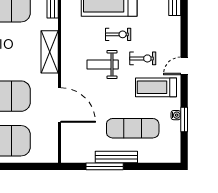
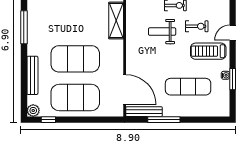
door: (59, 105) -> (125, 90), moved
bench: (116, 157) -> (144, 112), moved

